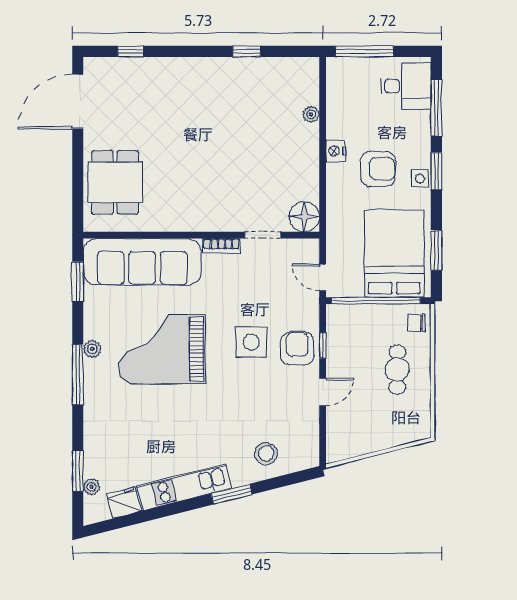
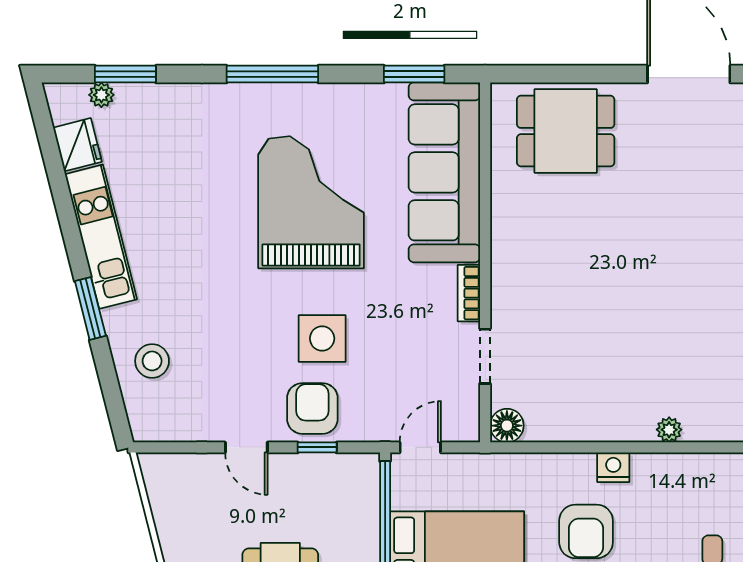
floor lamp: (304, 217) -> (507, 426), width x0.73, depth x0.73
armchair: (297, 348) -> (312, 408), turned -90
plant: (92, 349) -> (312, 96), removed

